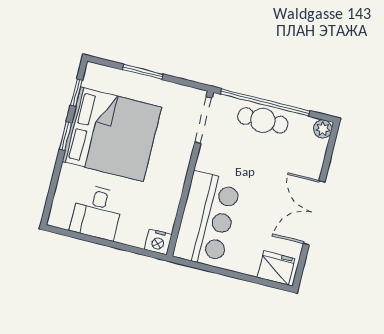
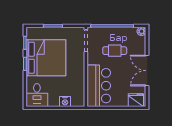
cafe table: (263, 120) -> (115, 51), moved
desk: (97, 212) -> (37, 95), moved
nightstand: (158, 242) -> (65, 102), moved

